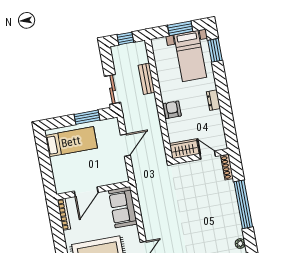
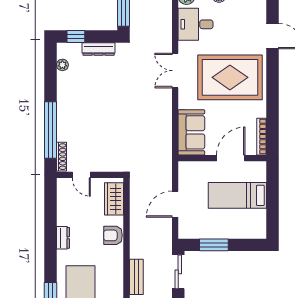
armchair: (172, 110) -> (113, 235), turned 90
bed: (71, 142) -> (237, 195), moved
wardrobe: (184, 149) -> (114, 199), moved, turned 90
window: (243, 204) -> (50, 130), moved

